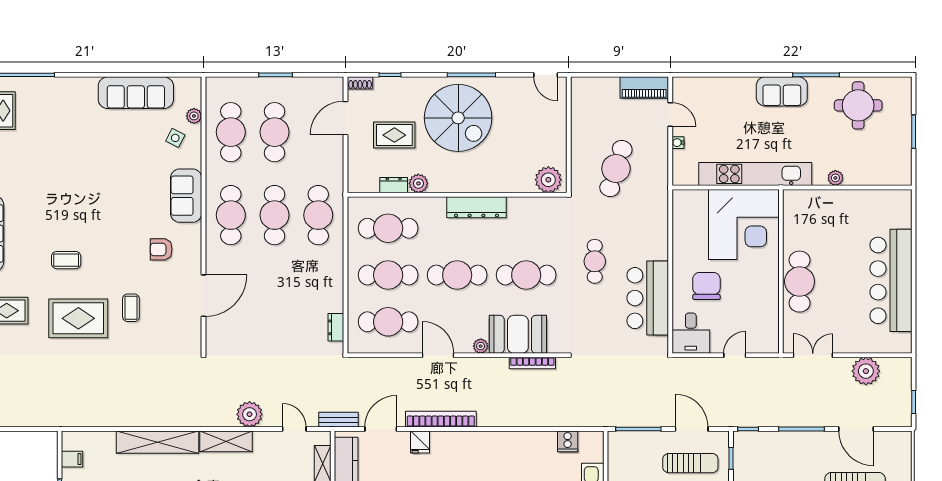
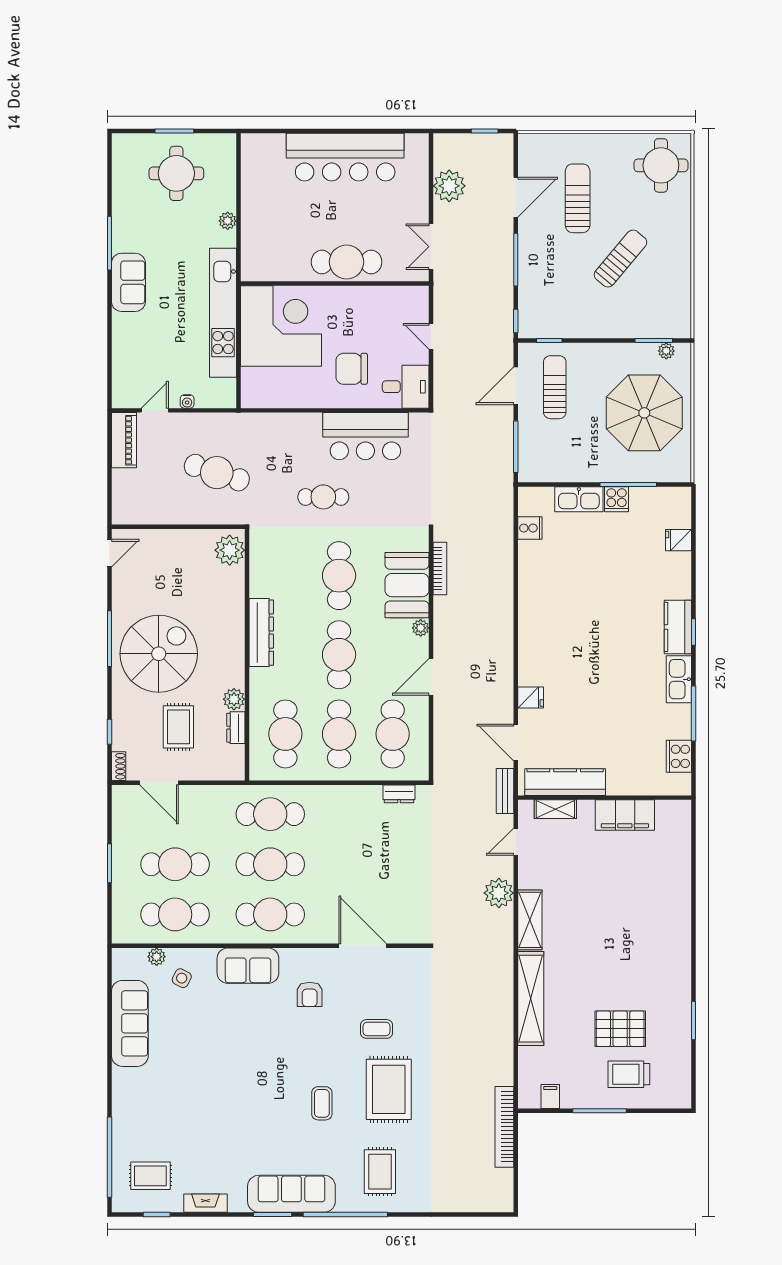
round table: (858, 105) -> (176, 173), moved
bookcase: (441, 419) -> (504, 1127), moved

